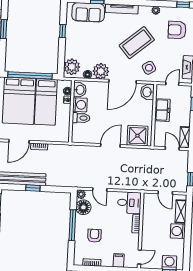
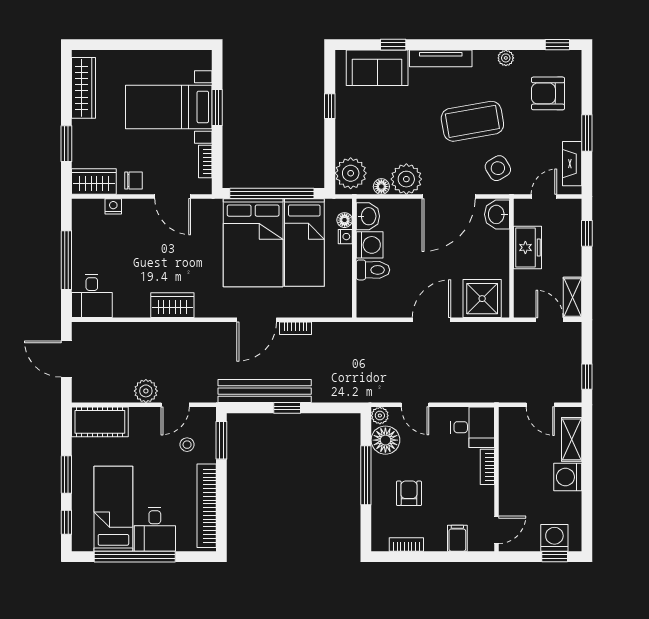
coffee table: (137, 43) -> (472, 121), turned 30

